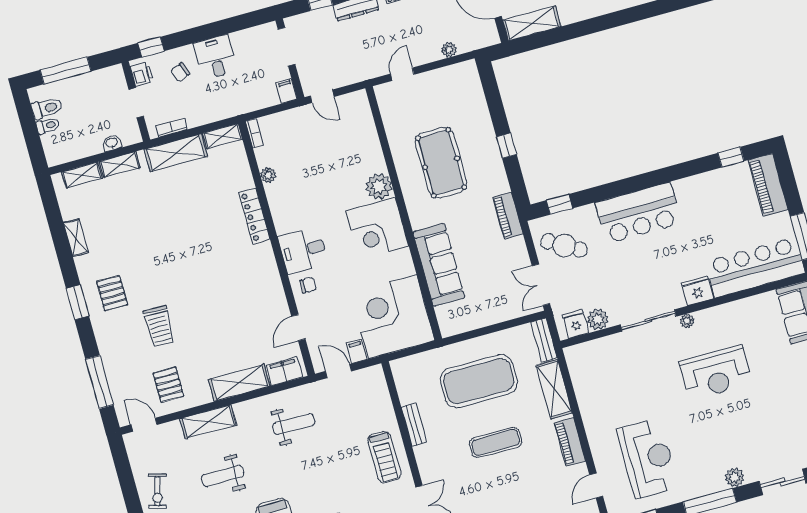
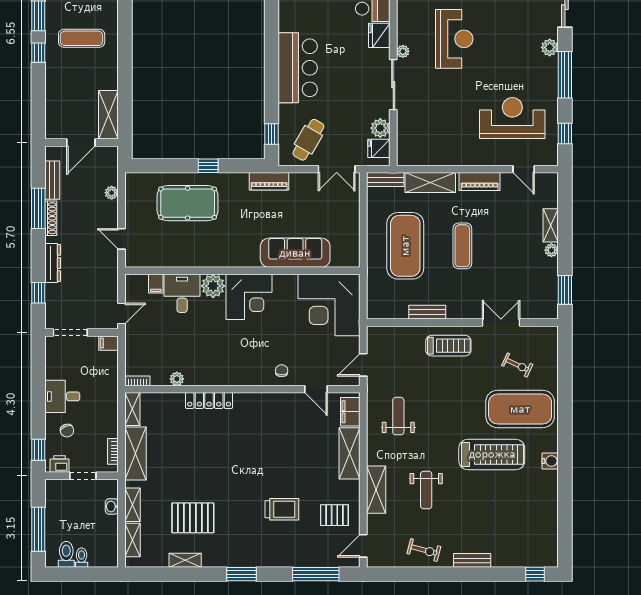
pool table: (441, 163) -> (188, 203), moved
desk: (303, 250) -> (182, 293), moved, turned 180
pallet: (112, 293) -> (193, 518), moved, width x1.50, depth x1.42
filing cabinet: (357, 351) -> (156, 284), moved, turned -90

